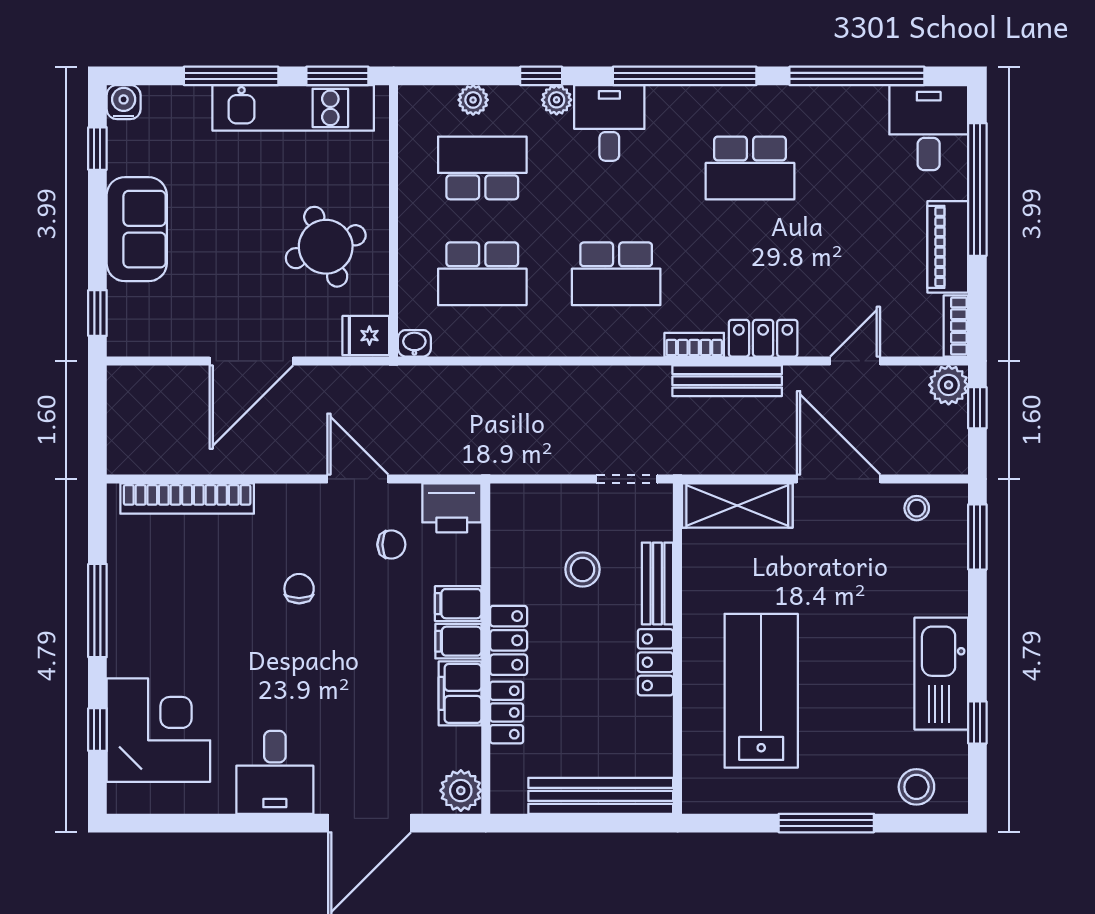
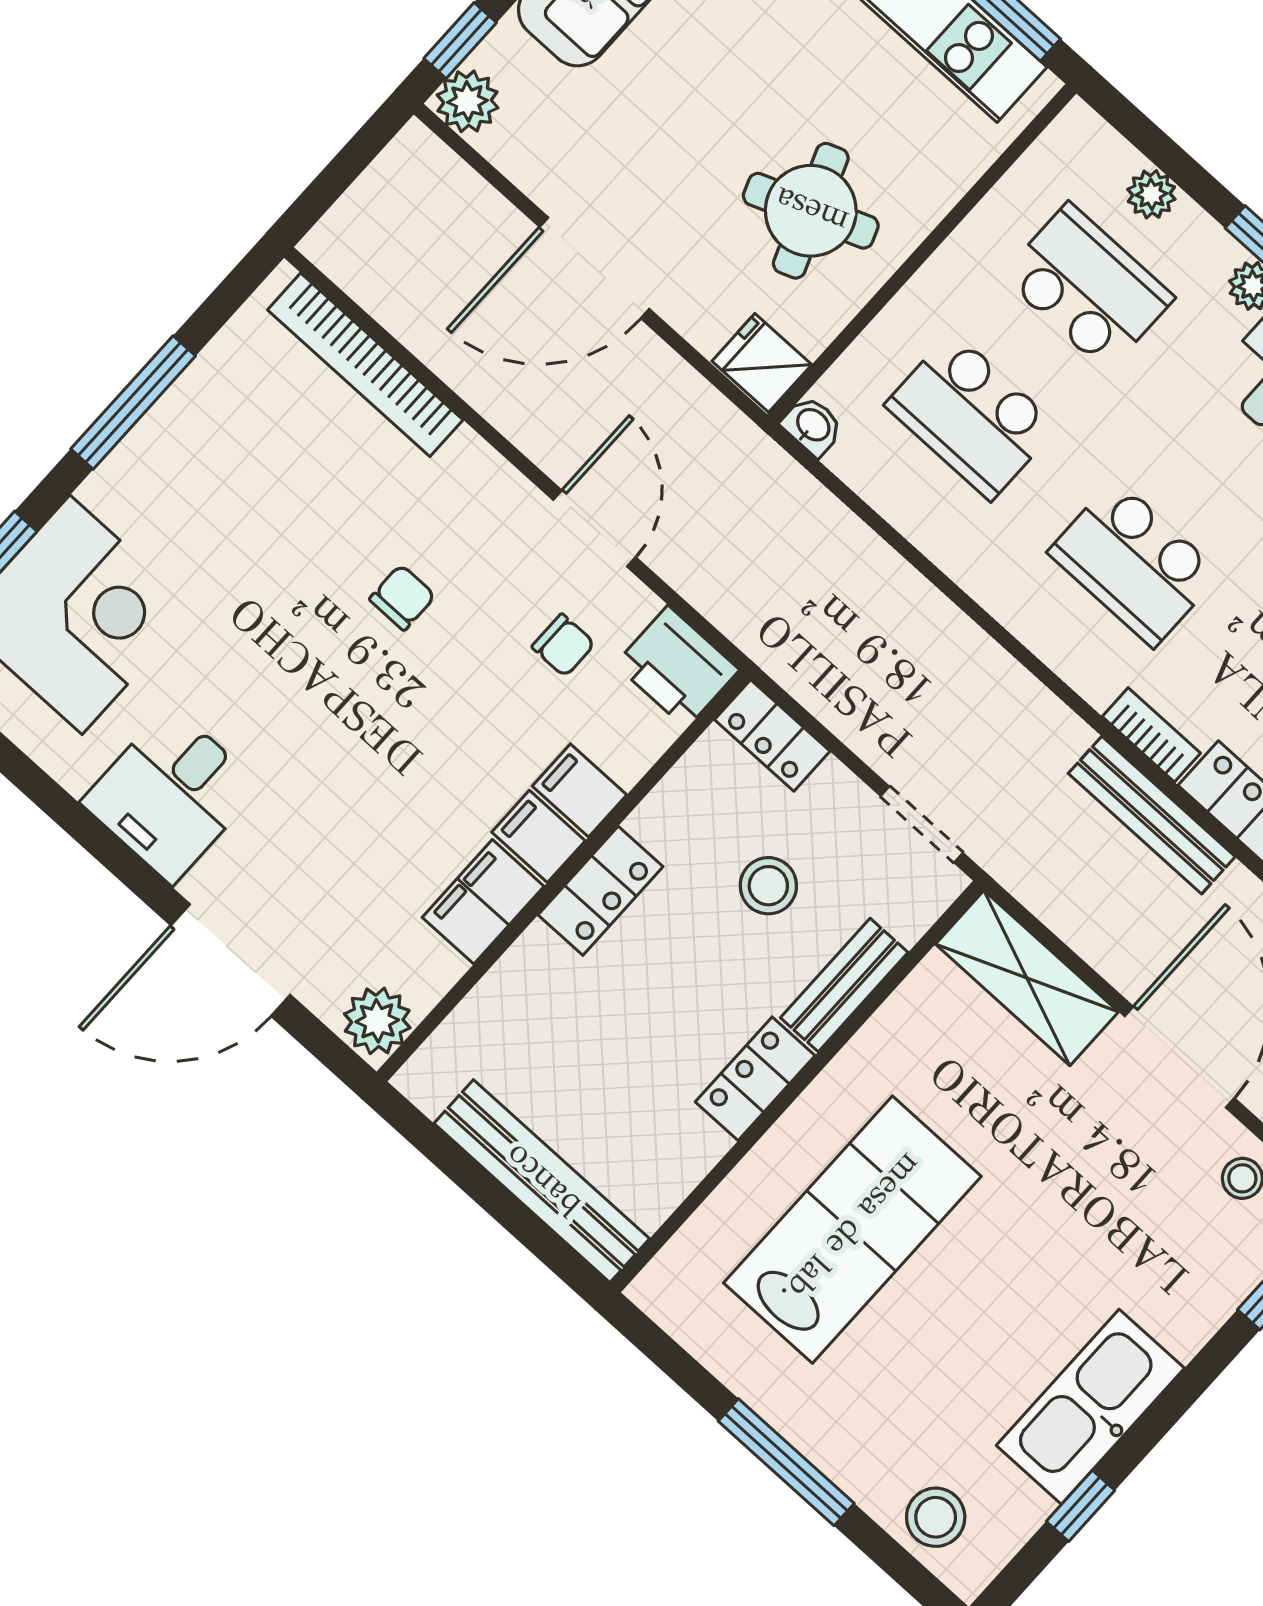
plant: (126, 338) -> (468, 101), added
locker: (507, 712) -> (772, 735), moved, turned 90

